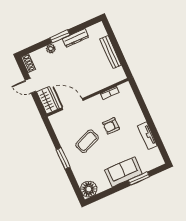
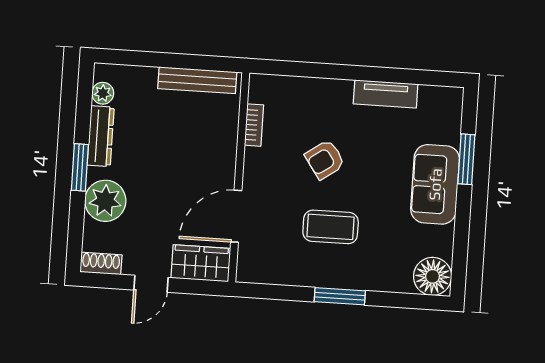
plant: (92, 30) -> (103, 93), added
plant: (51, 49) -> (105, 201), width x1.88, depth x1.88
bench: (111, 52) -> (197, 80), moved
armchair: (111, 126) -> (325, 159), turned 55
coffee table: (87, 141) -> (331, 227), turned -68

